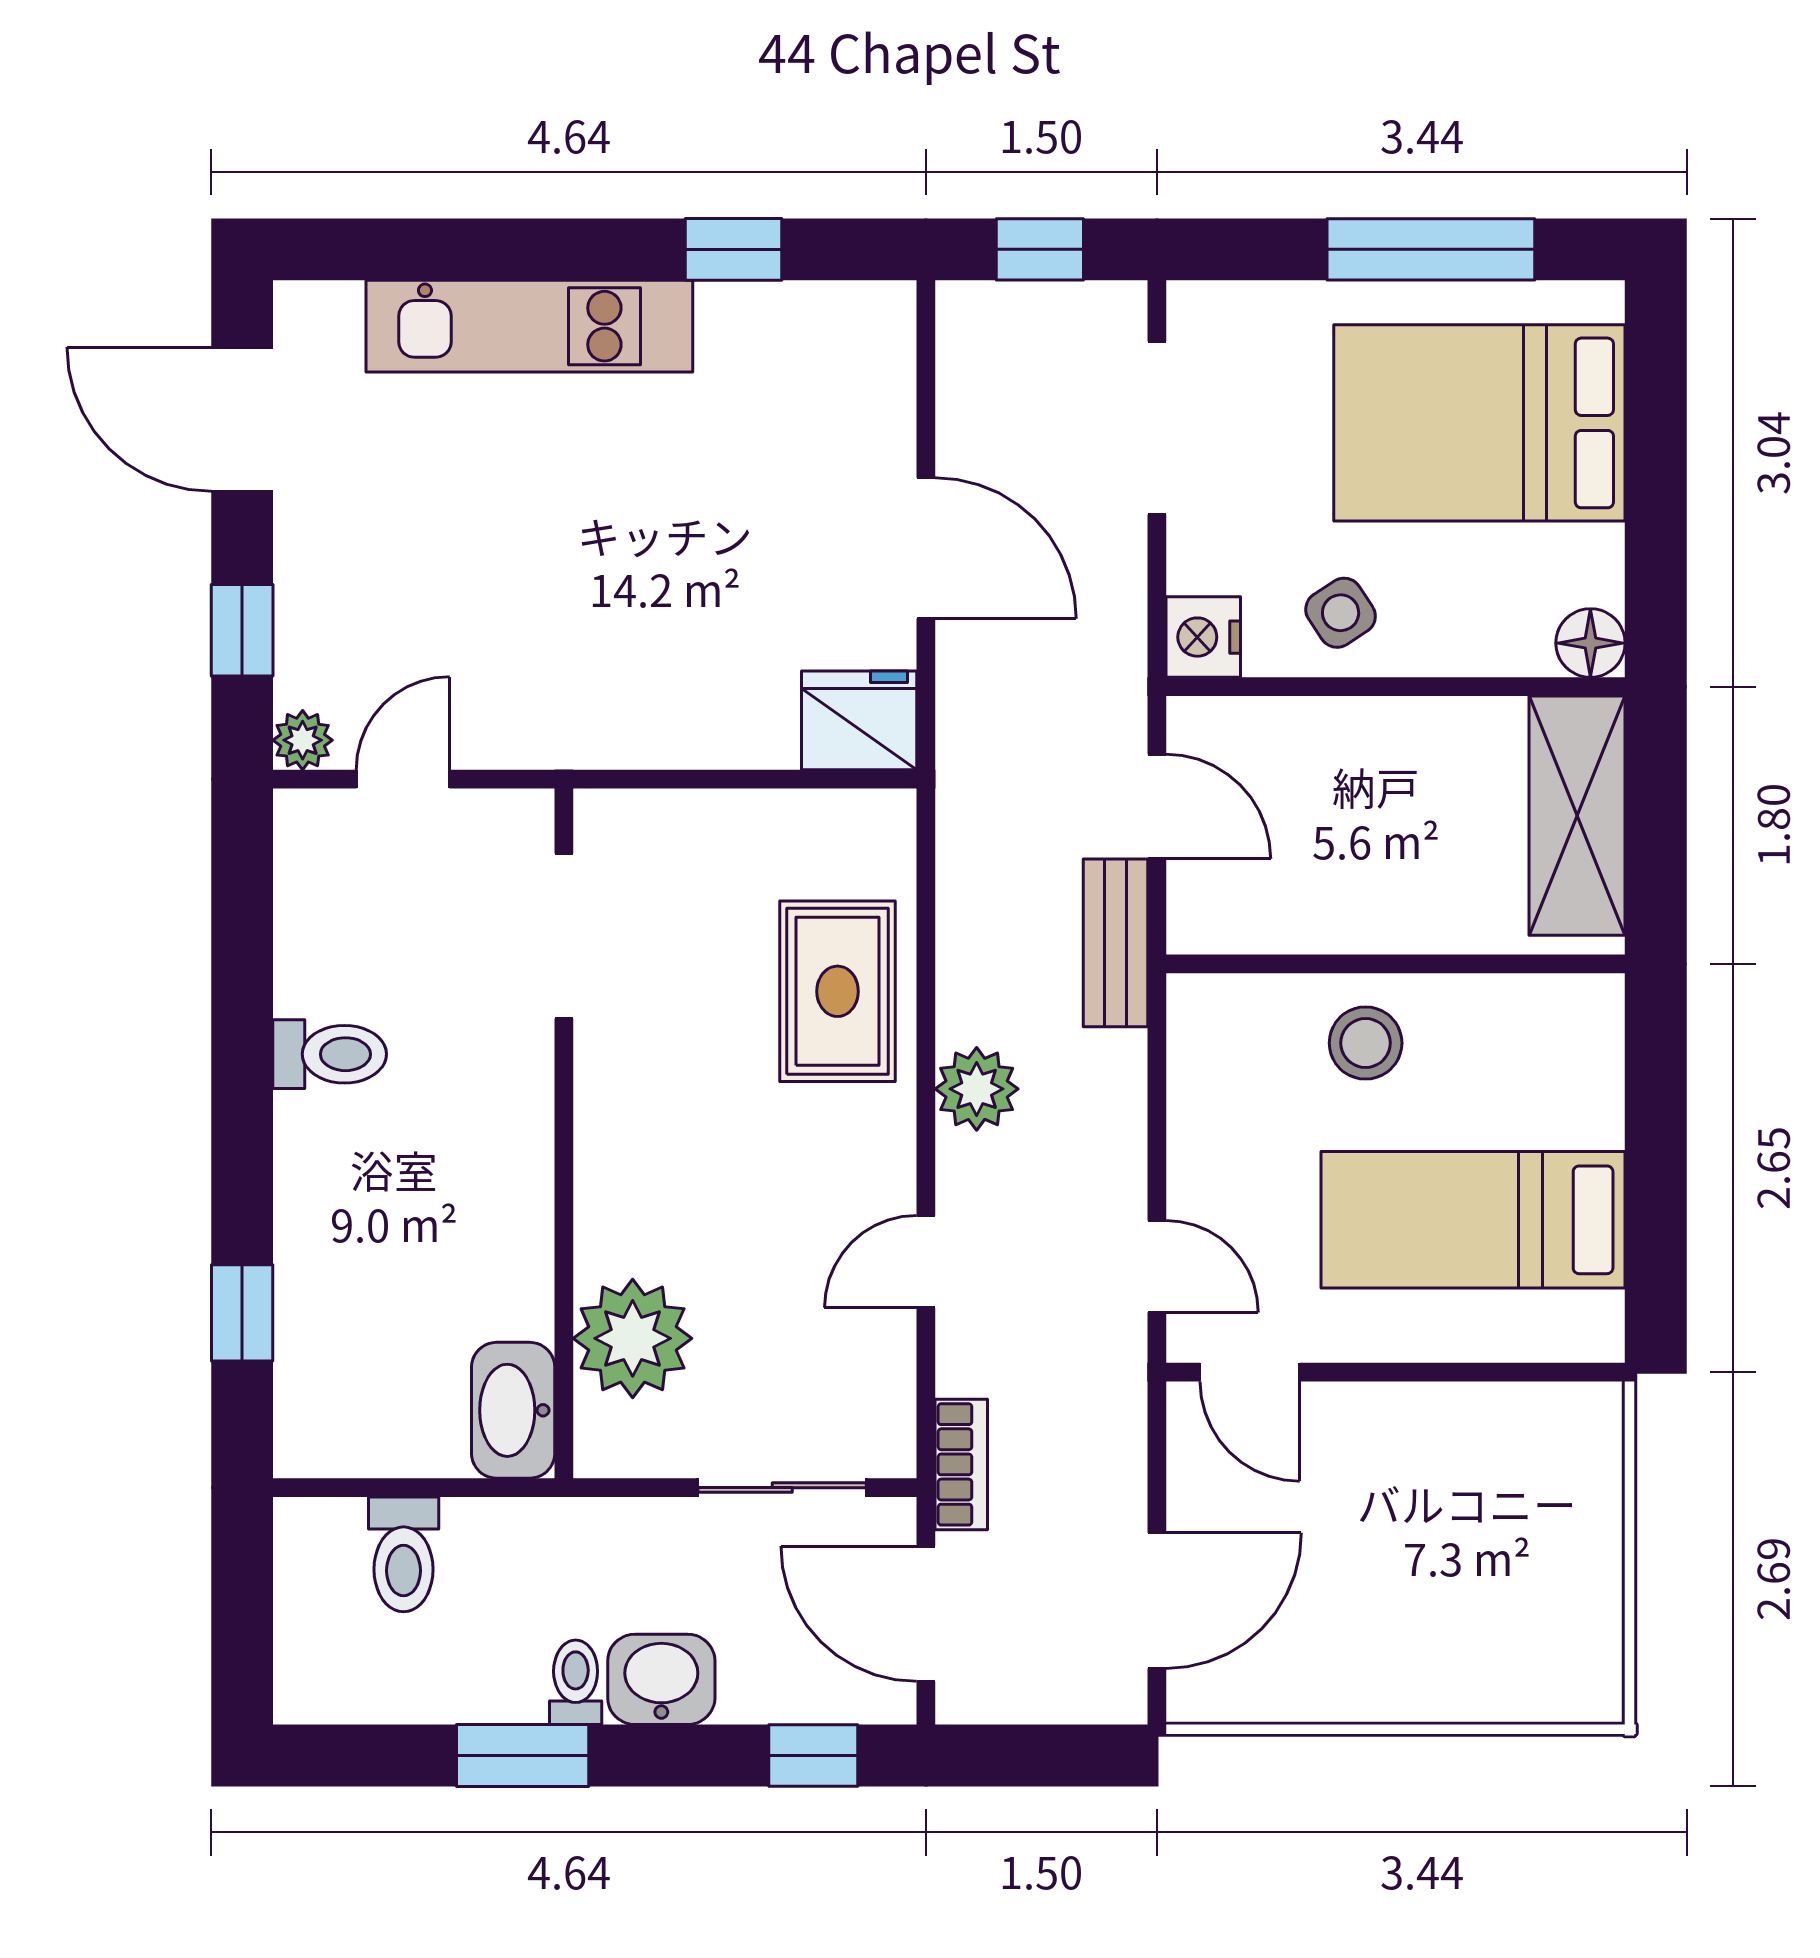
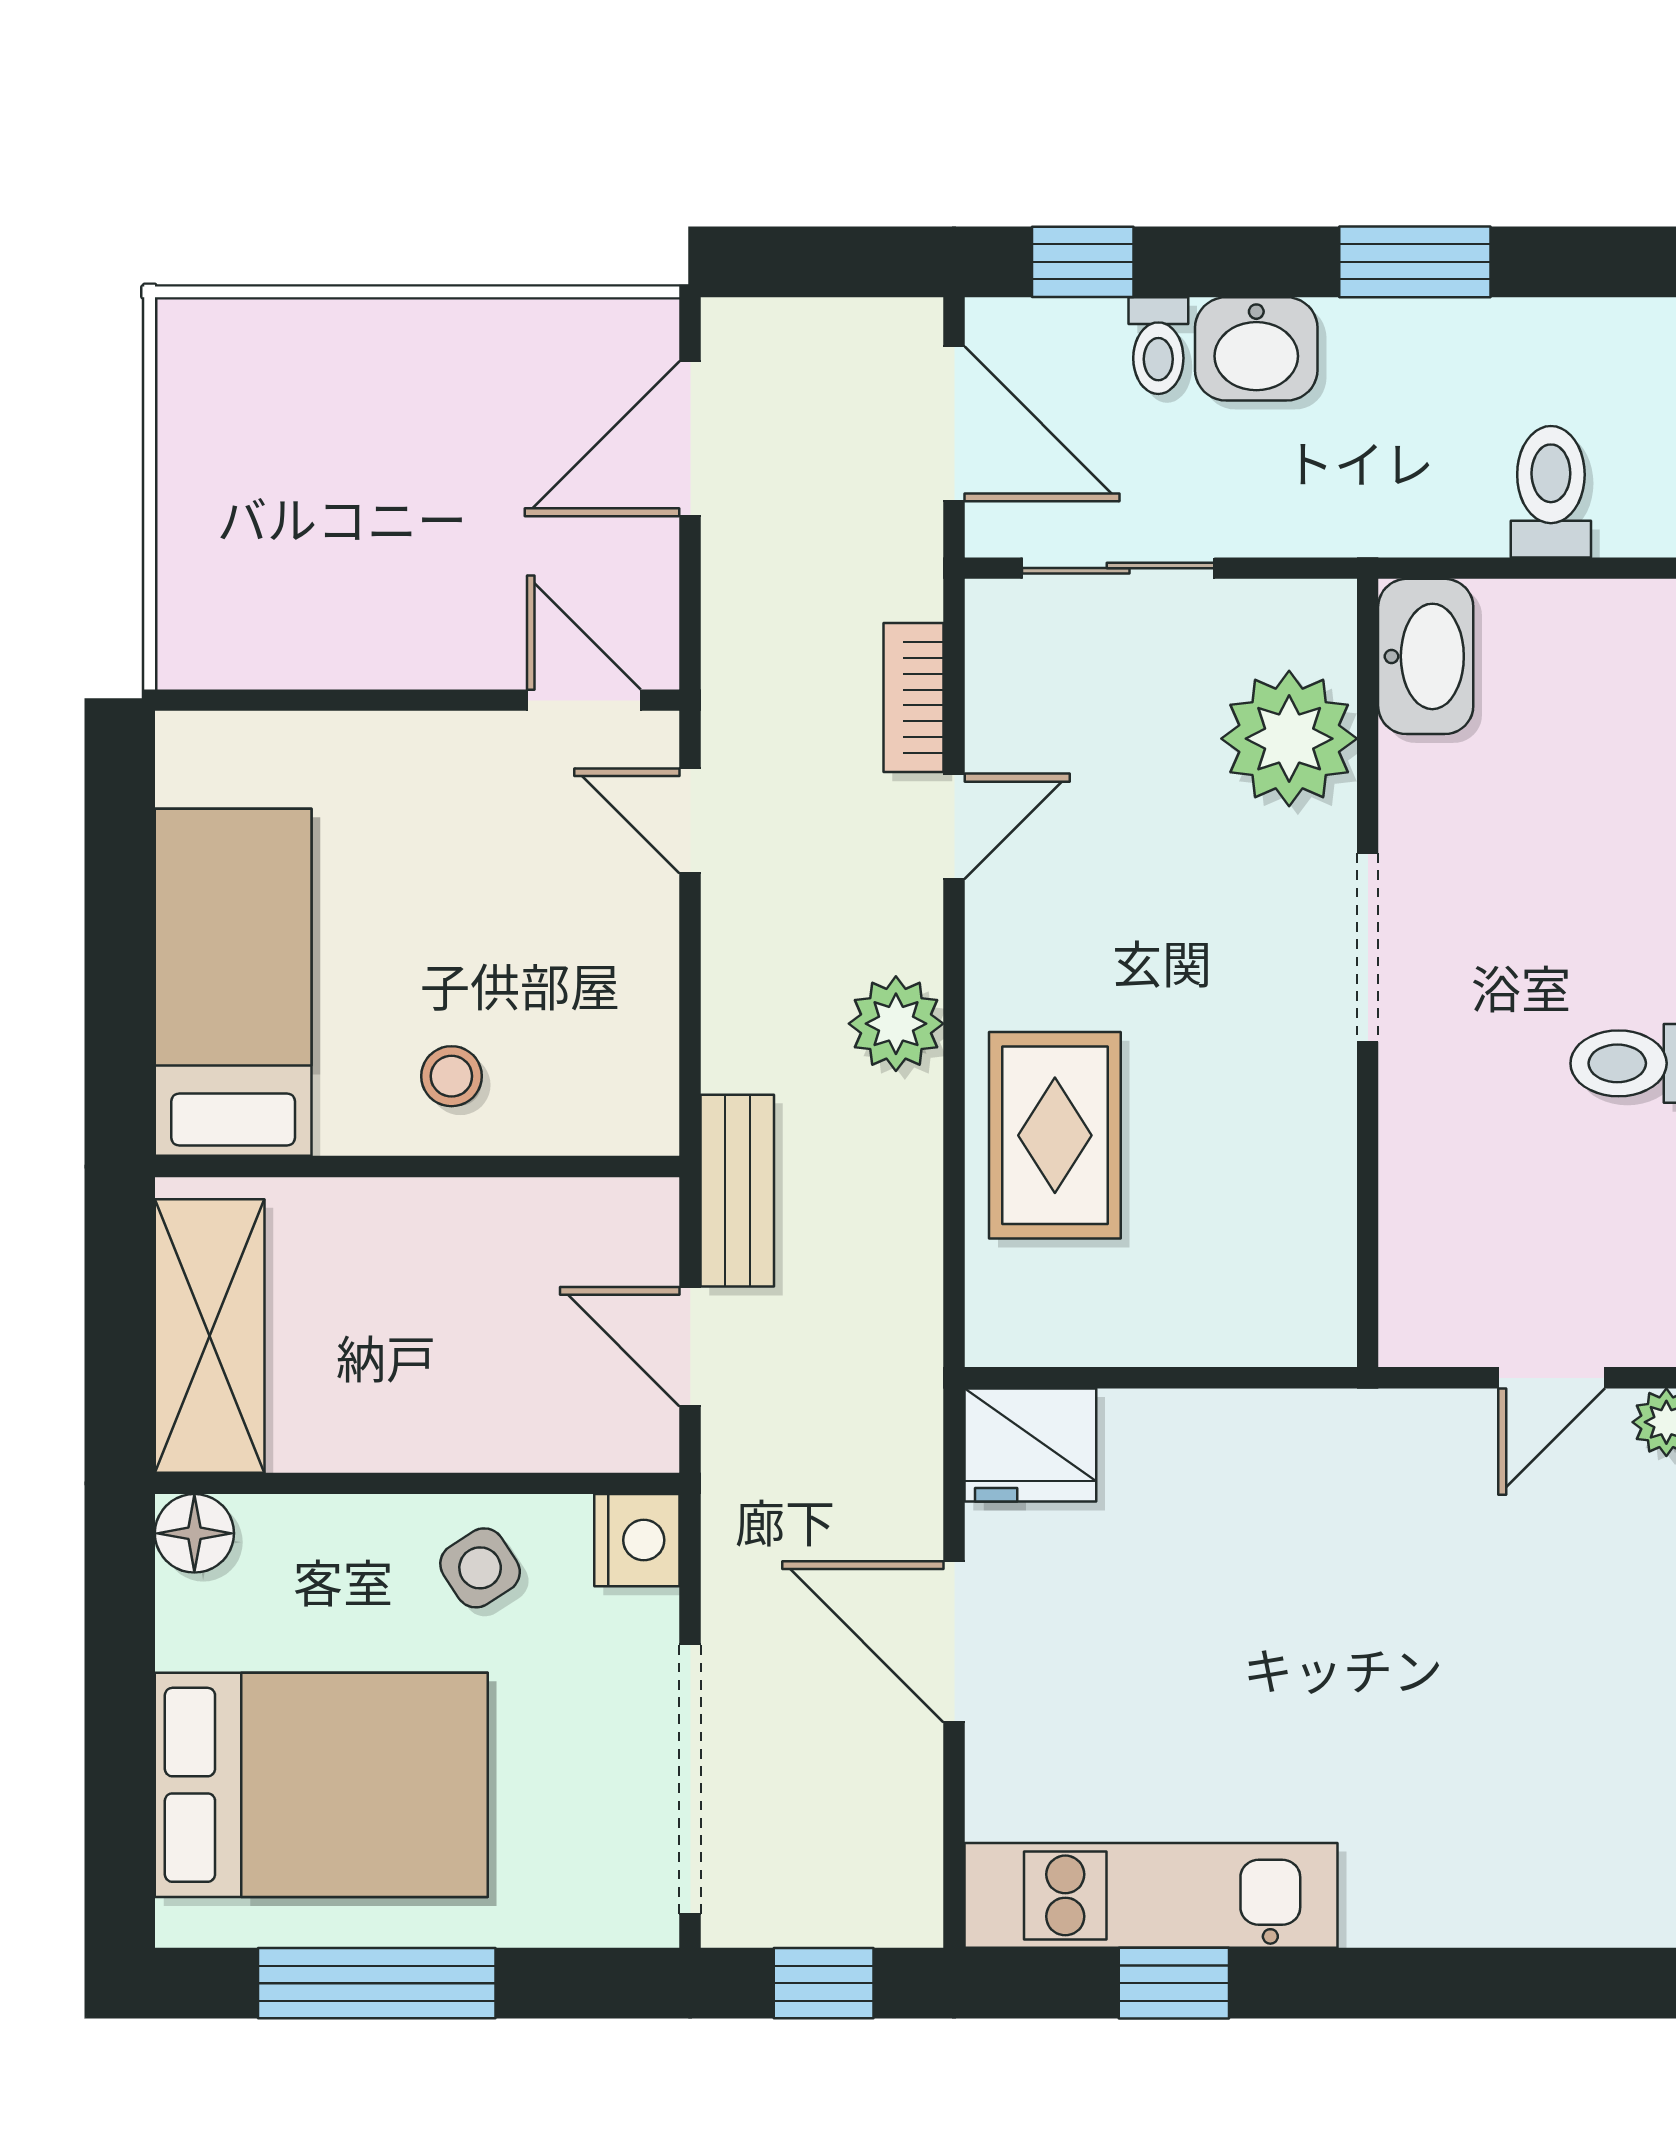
kitchen unit: (529, 326) -> (1151, 1895), moved
doorway: (1157, 428) -> (690, 1779), width x1.36
doorway: (564, 936) -> (1368, 947), moved
stool: (1366, 1043) -> (451, 1076), width x0.73, depth x0.73
bed: (1473, 1220) -> (233, 982), moved, turned -90
bookcase: (961, 1464) -> (914, 697), moved
toilet: (576, 1682) -> (1158, 346), moved

